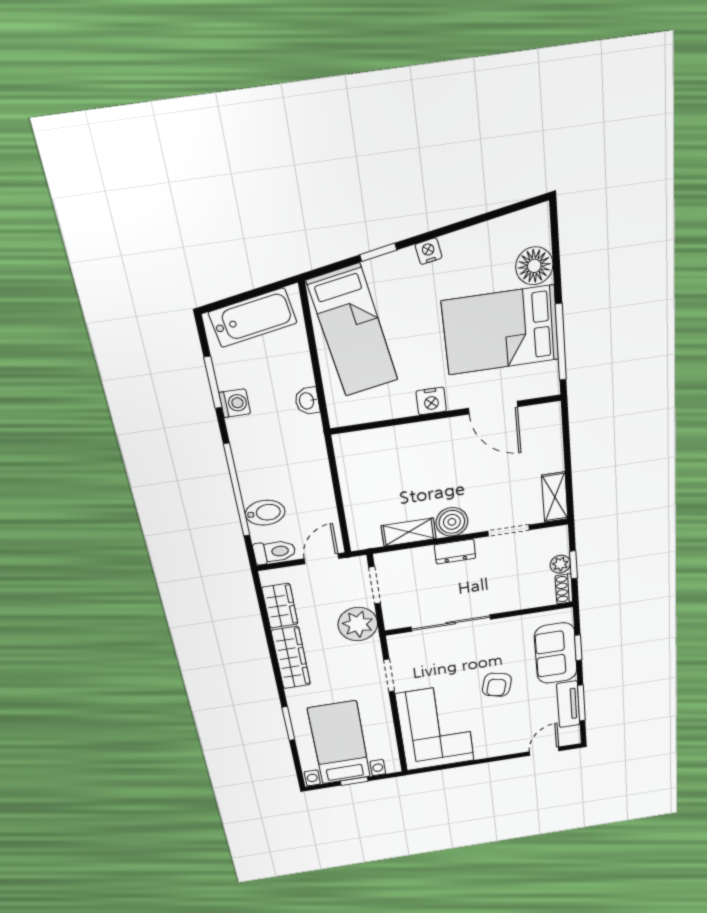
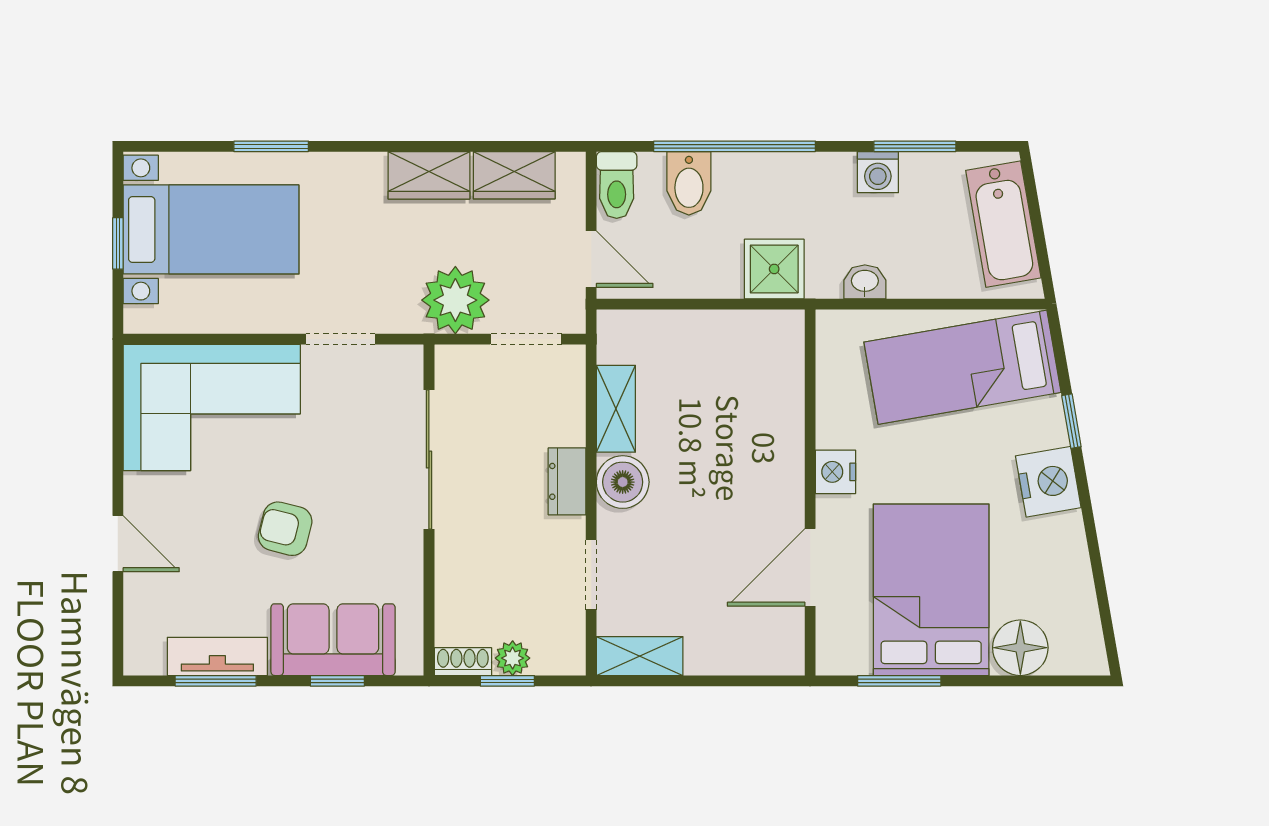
nightstand: (429, 251) -> (1048, 482), width x1.89, depth x1.79
window: (561, 342) -> (899, 681), width x0.69
shower: (309, 456) -> (774, 269), added
wardrobe: (291, 658) -> (429, 175), width x0.67
door: (544, 751) -> (118, 544), moved

